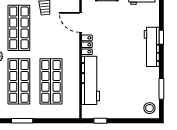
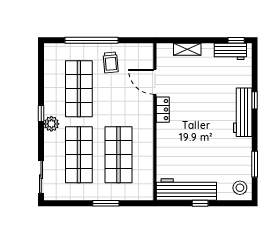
workbench: (91, 80) -> (186, 190), moved, turned -90
window: (22, 121) -> (106, 203), moved
window: (100, 121) -> (200, 203), moved

